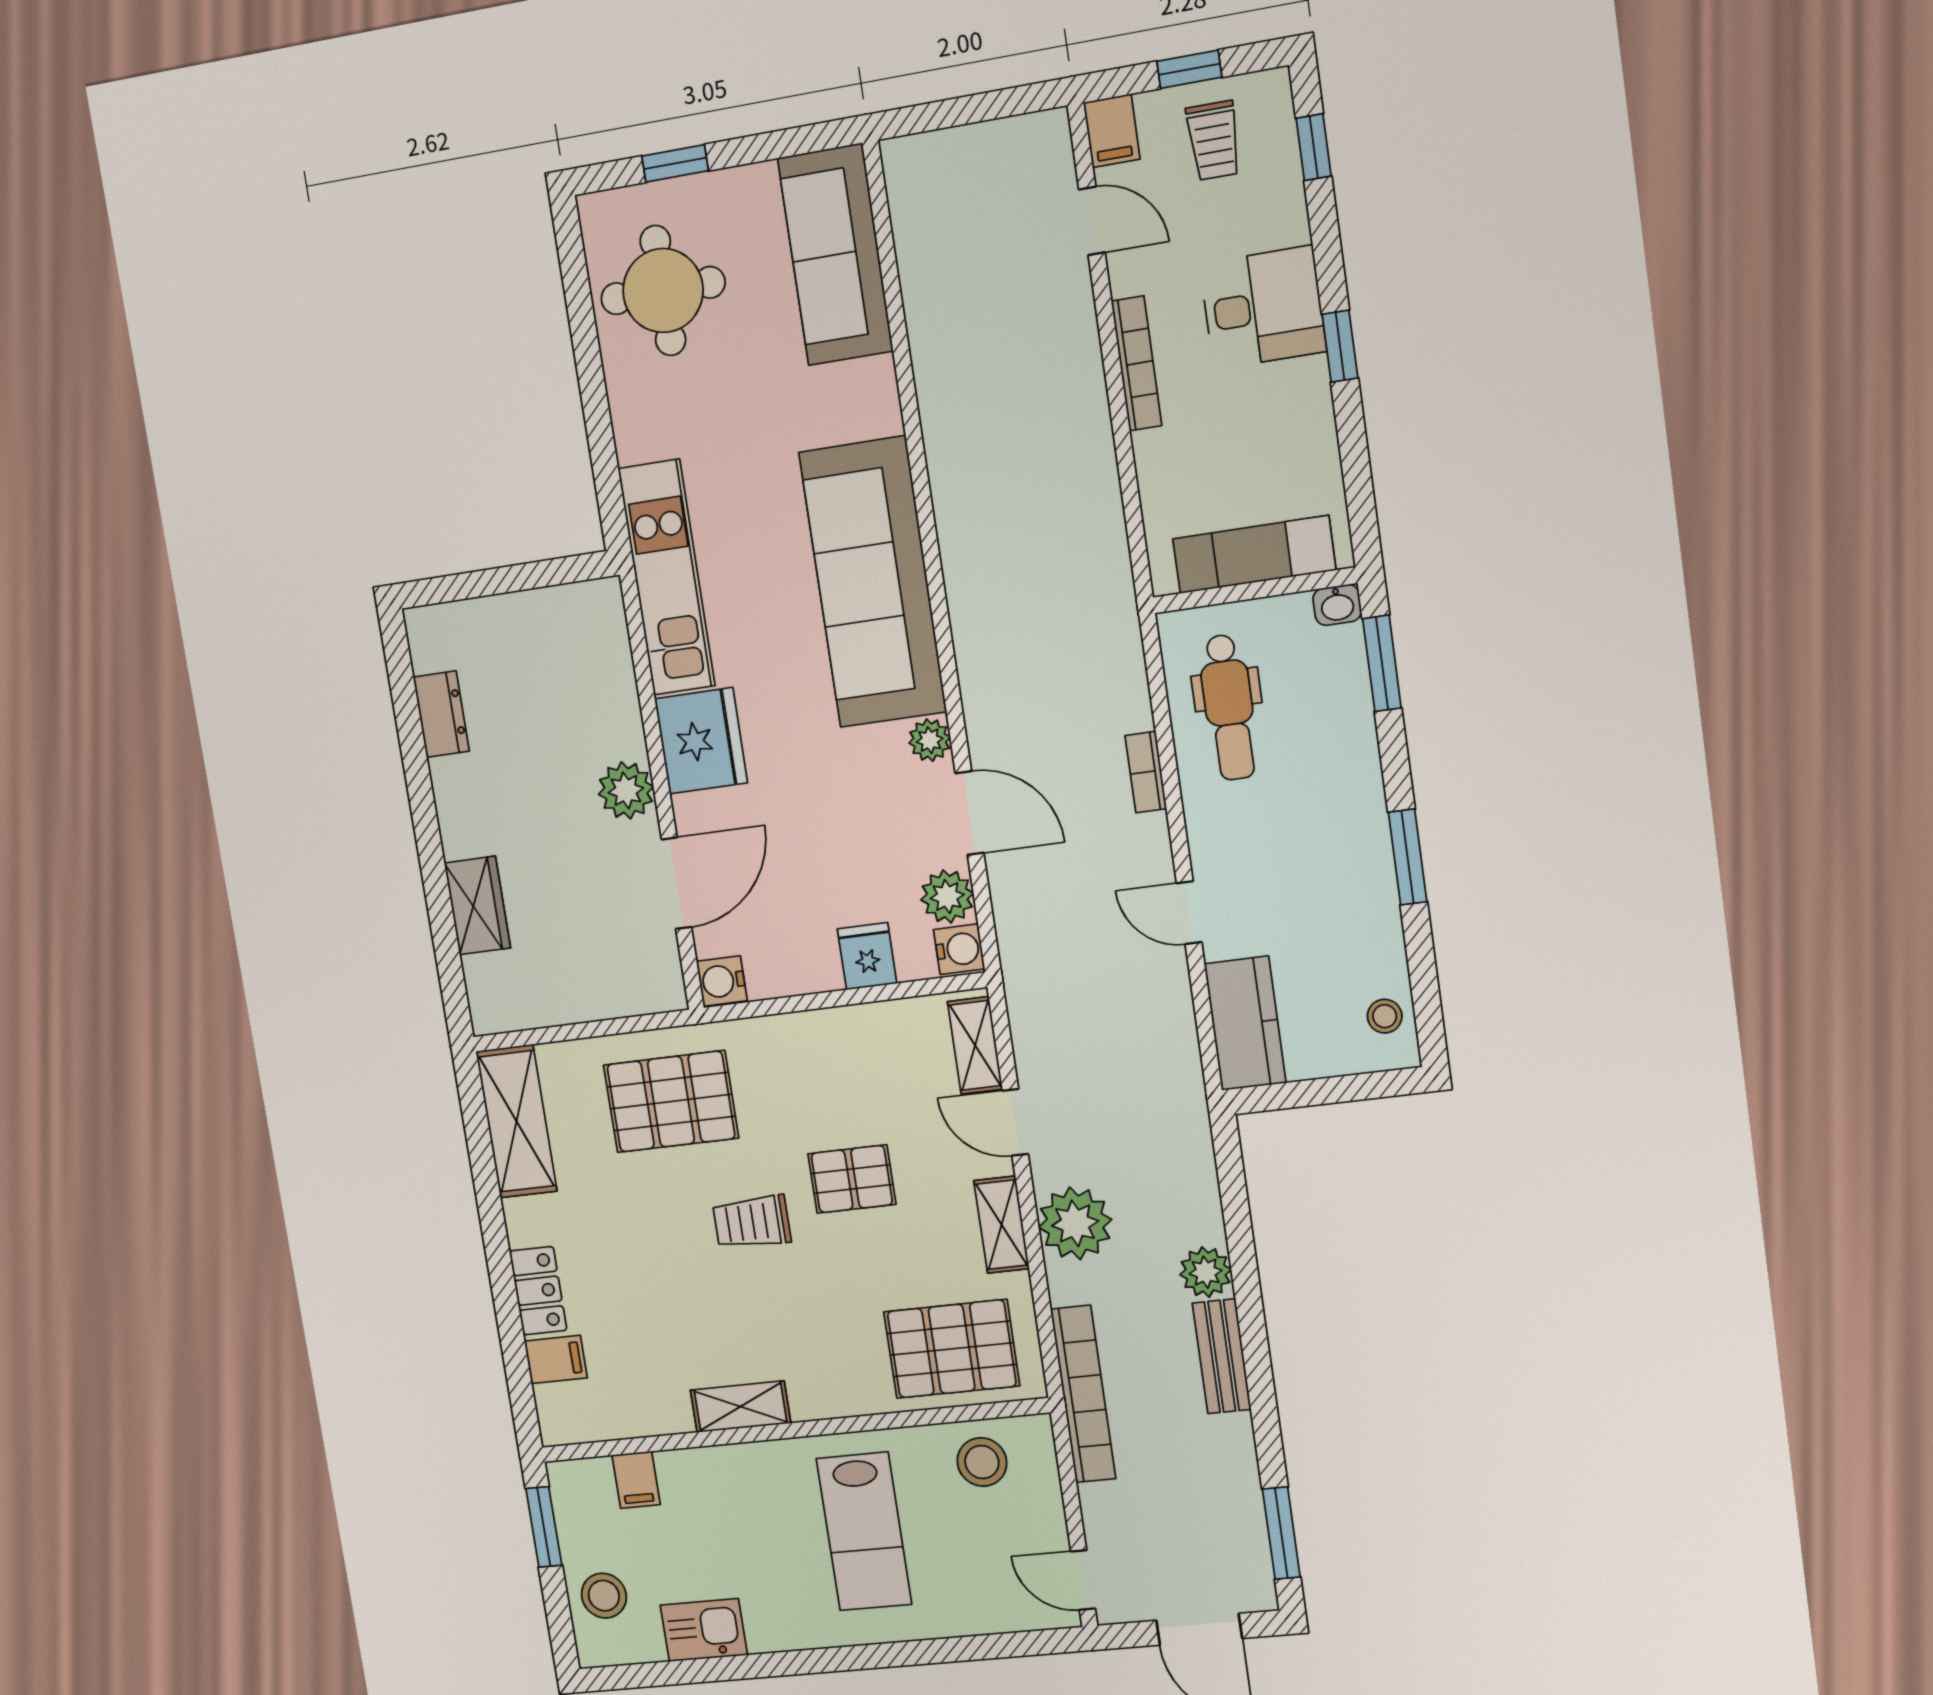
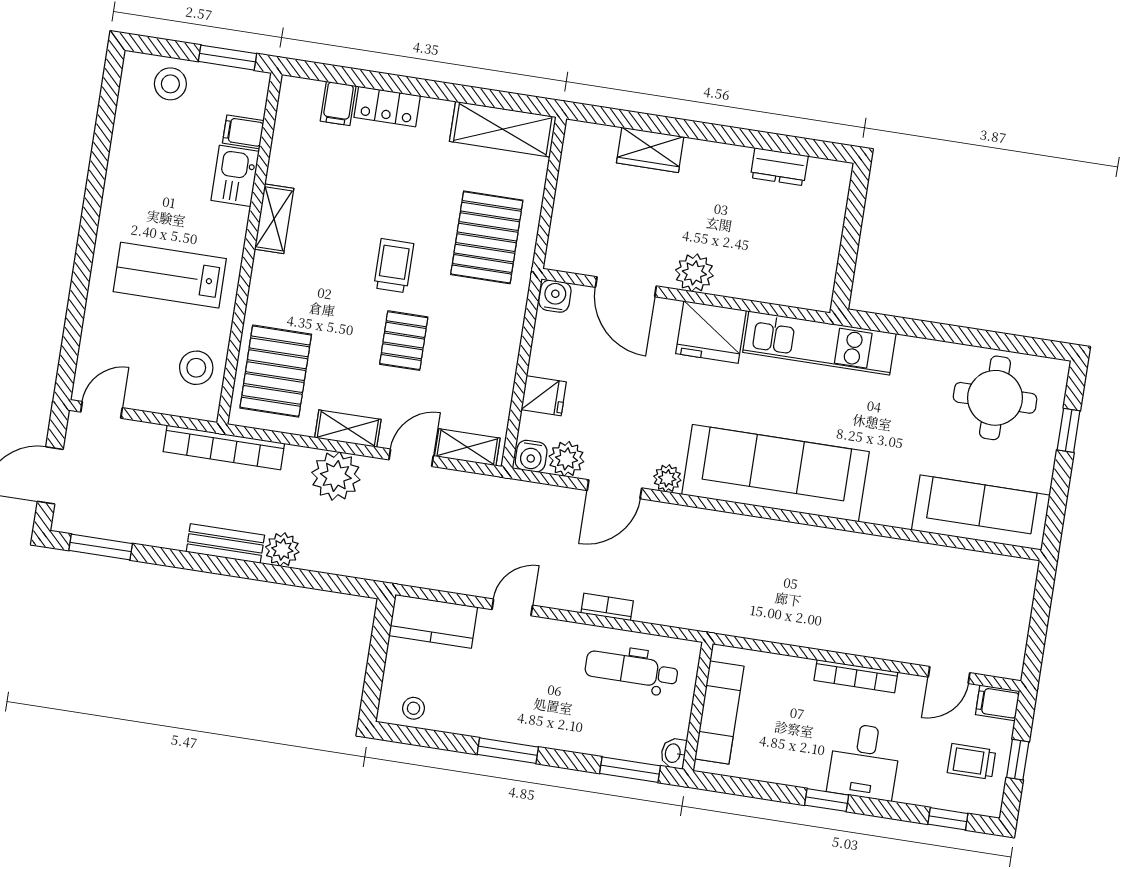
kitchen sink: (704, 1630) -> (235, 176), moved, turned 180

